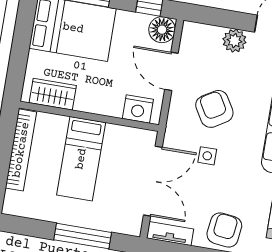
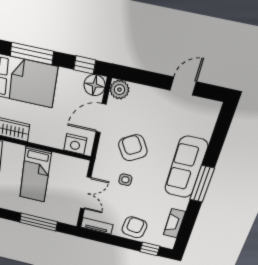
plant: (234, 41) -> (119, 90), moved
door: (171, 71) -> (101, 118), hinge flipped
double door: (153, 181) -> (86, 193), width x0.73

